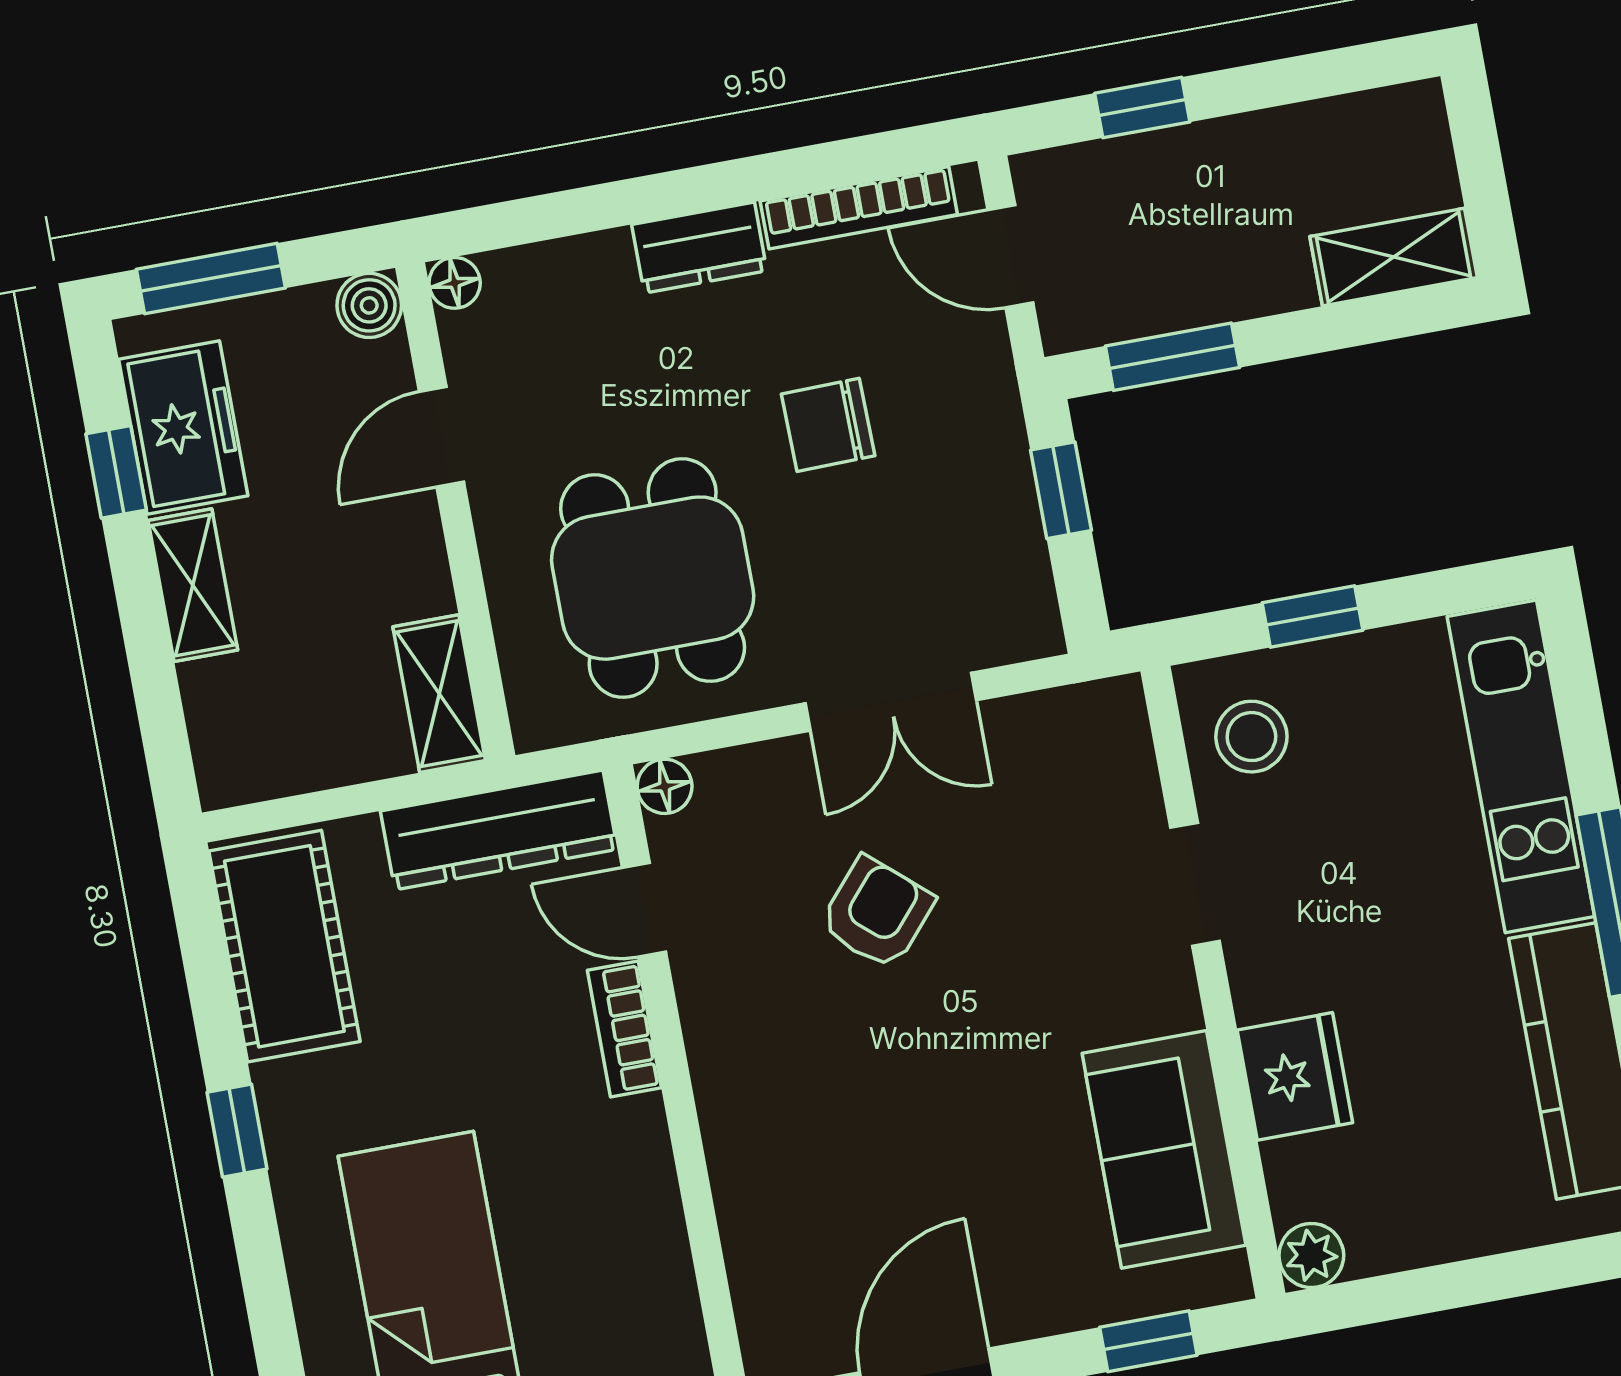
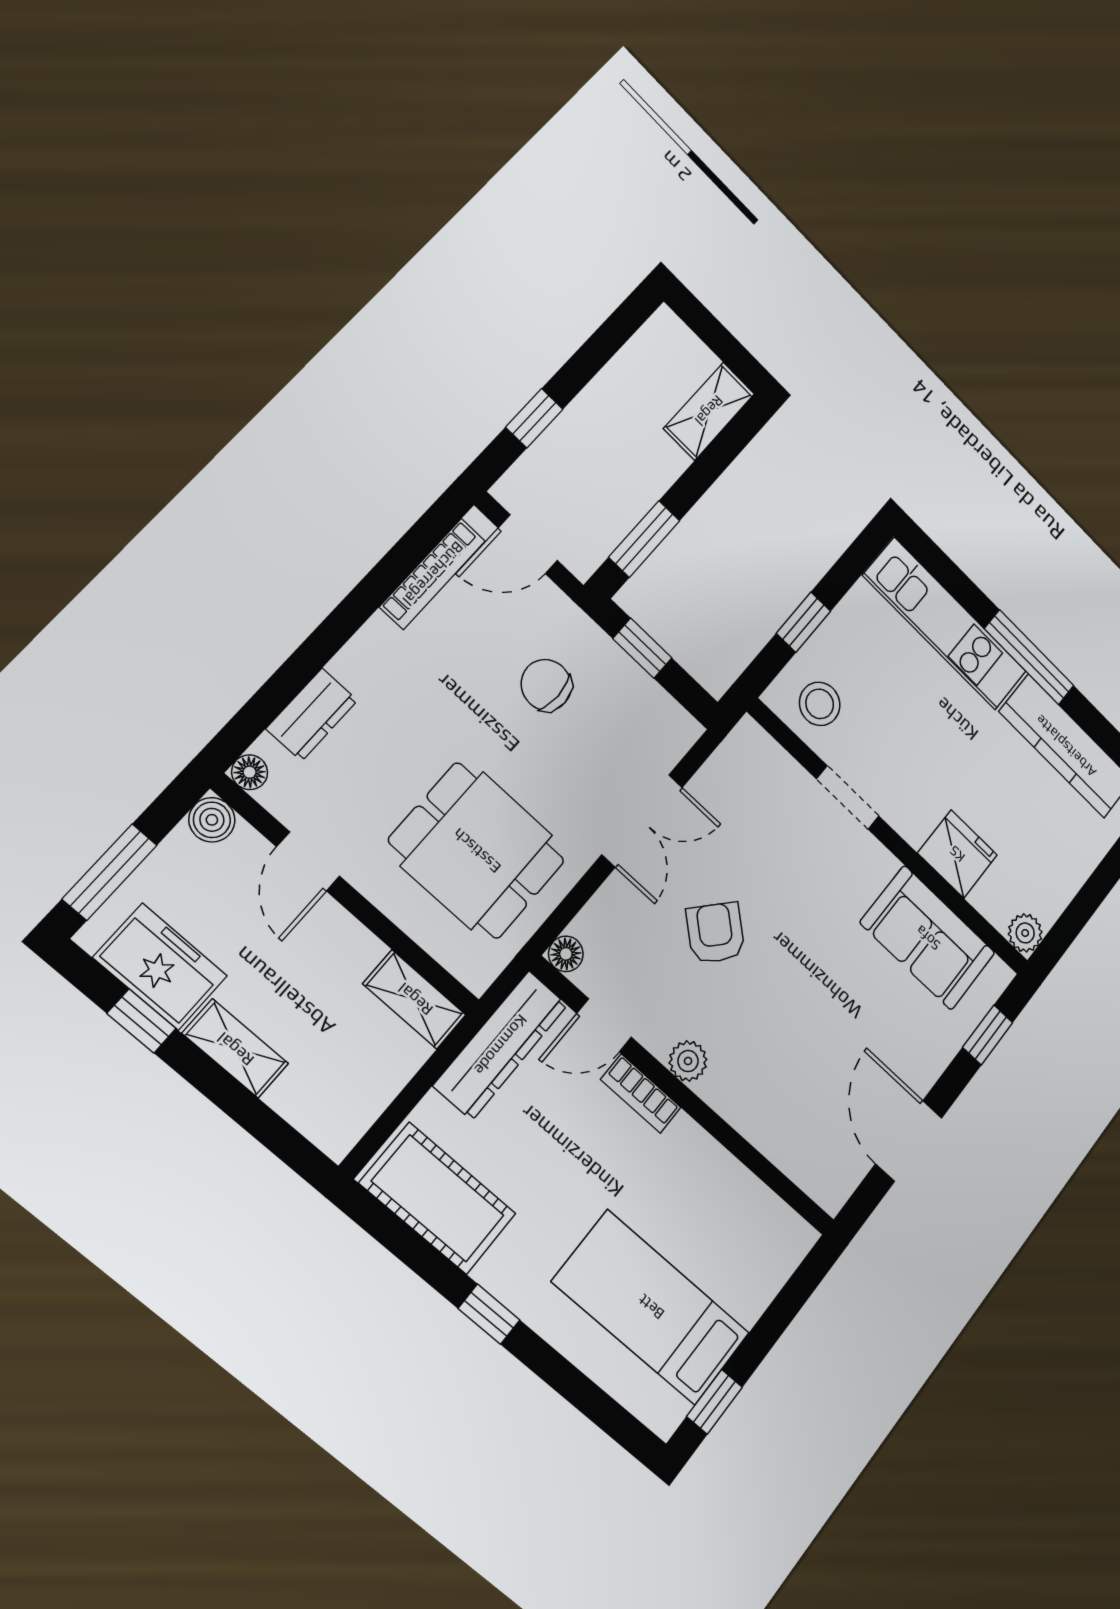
dresser: (699, 248) -> (312, 715), moved
chair: (828, 425) -> (546, 685), moved, turned 91
plant: (715, 1040) -> (688, 1061), added

